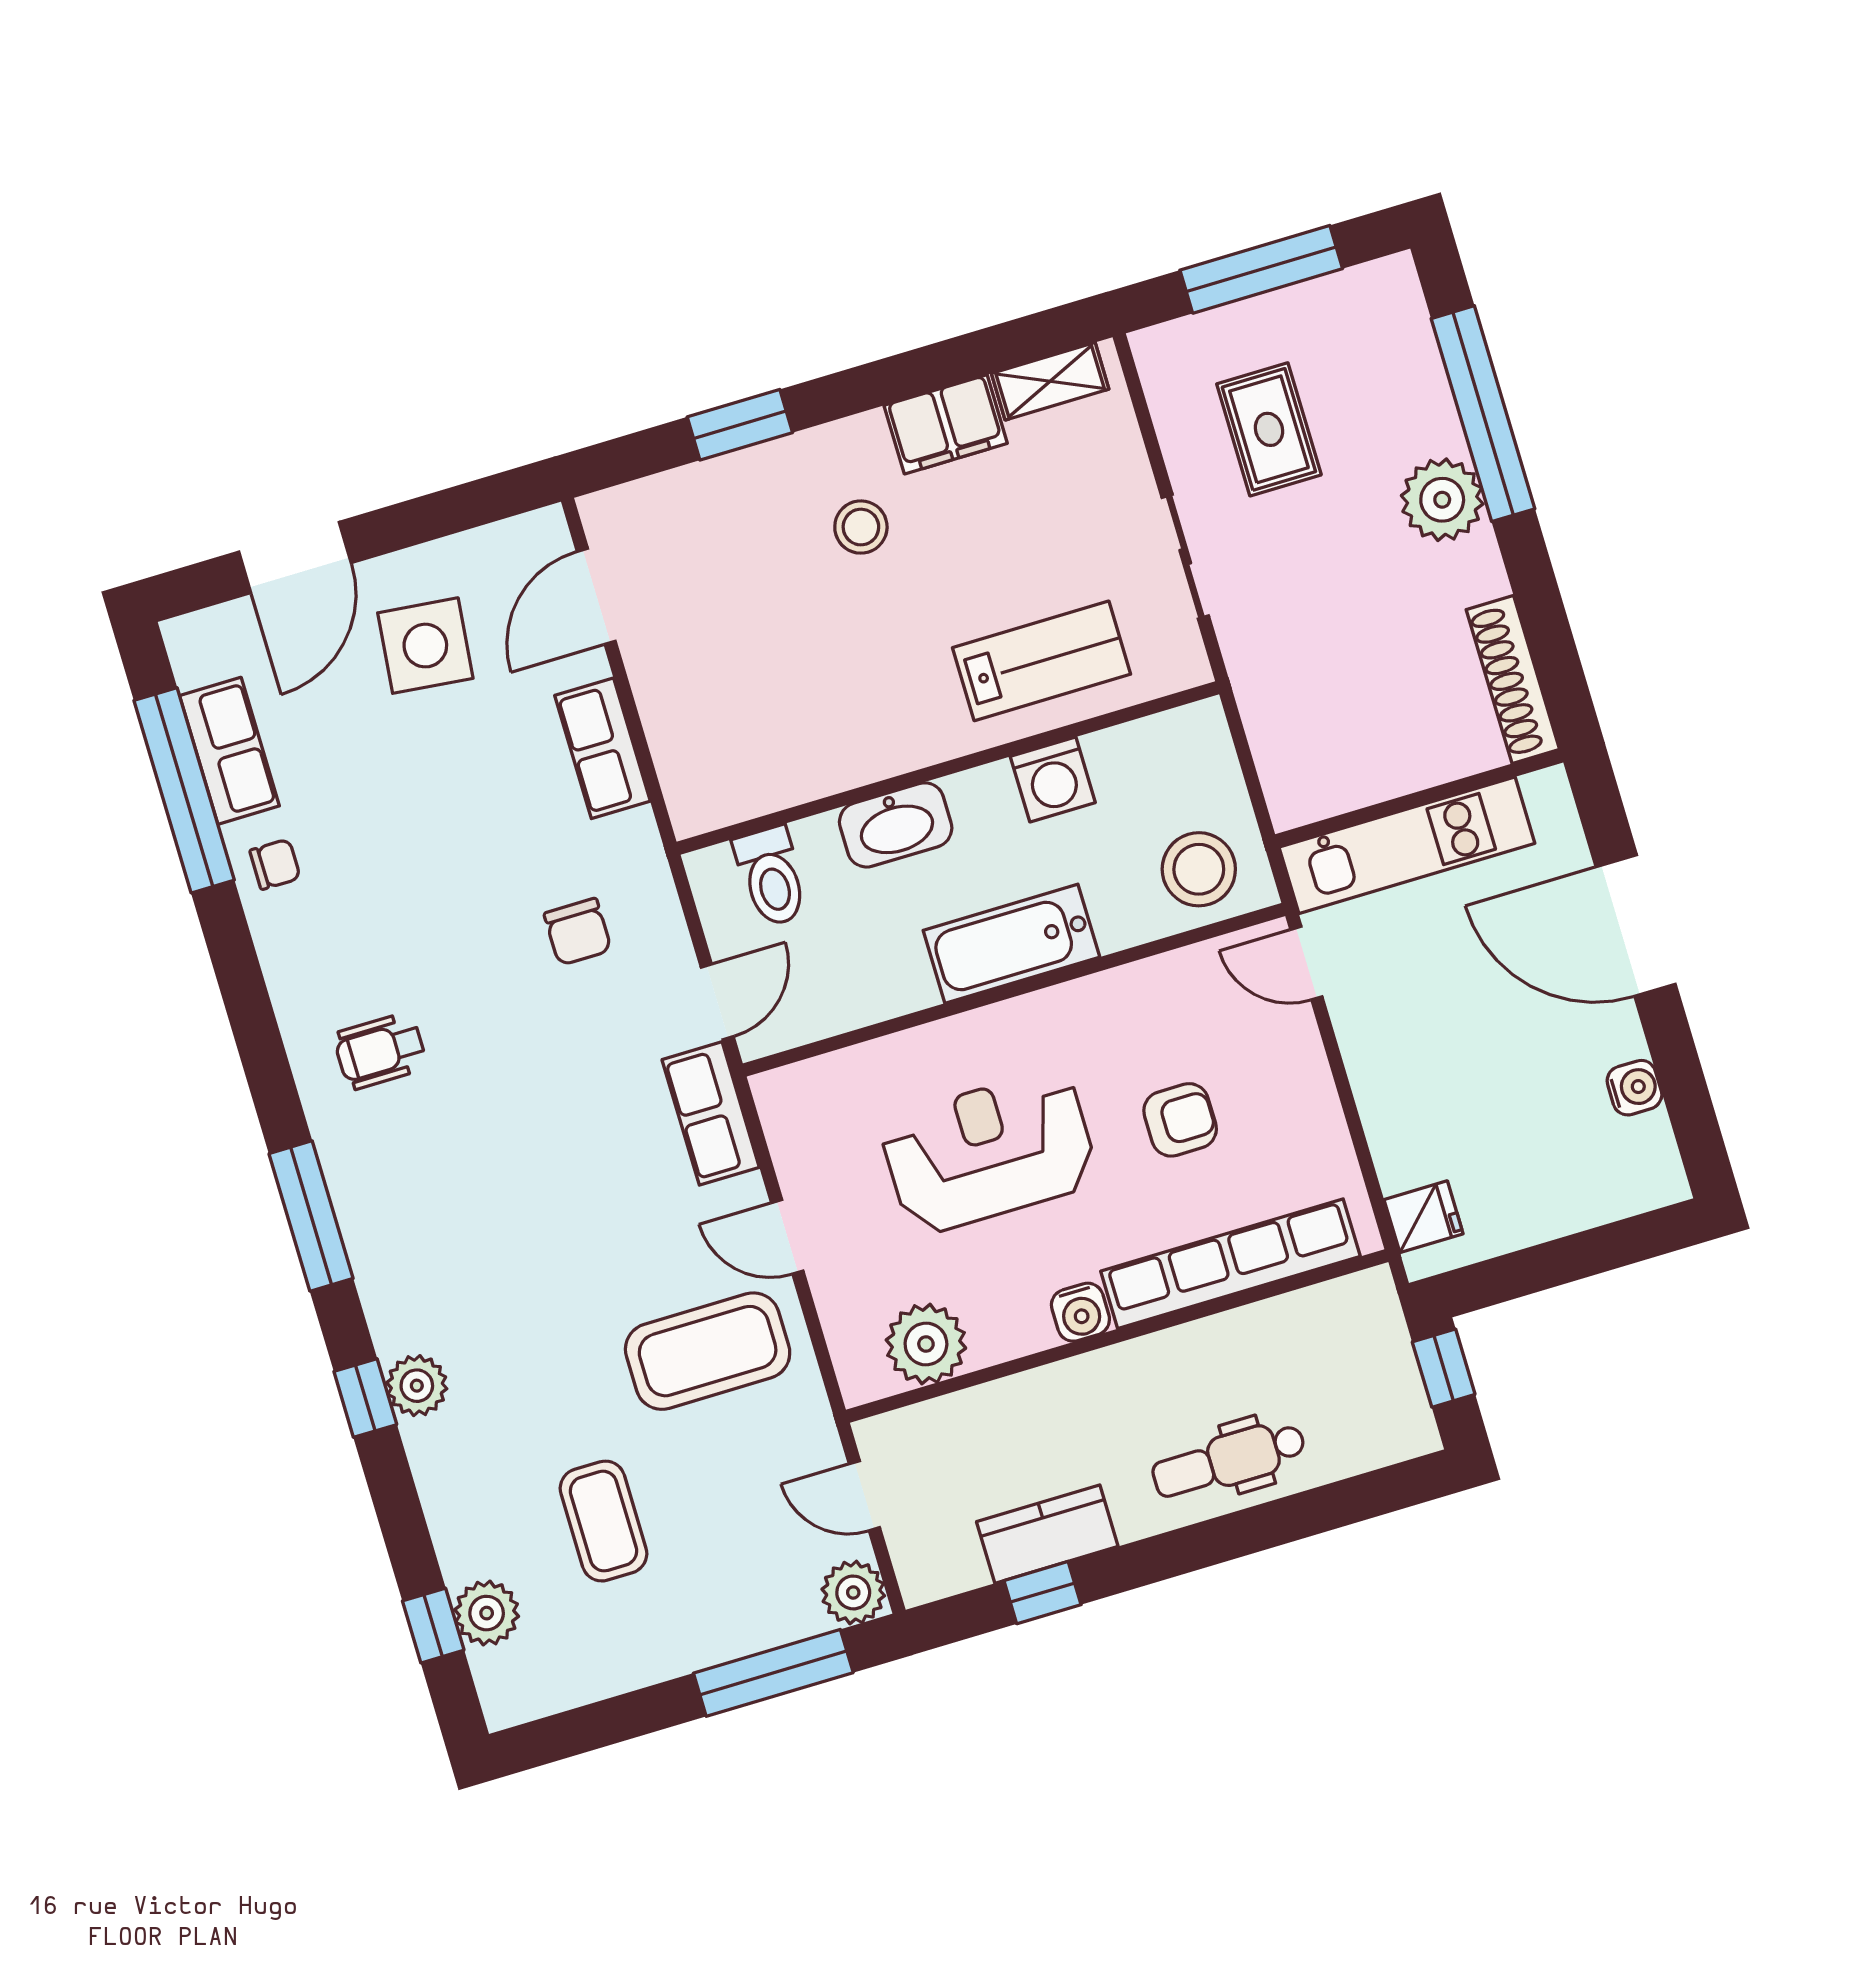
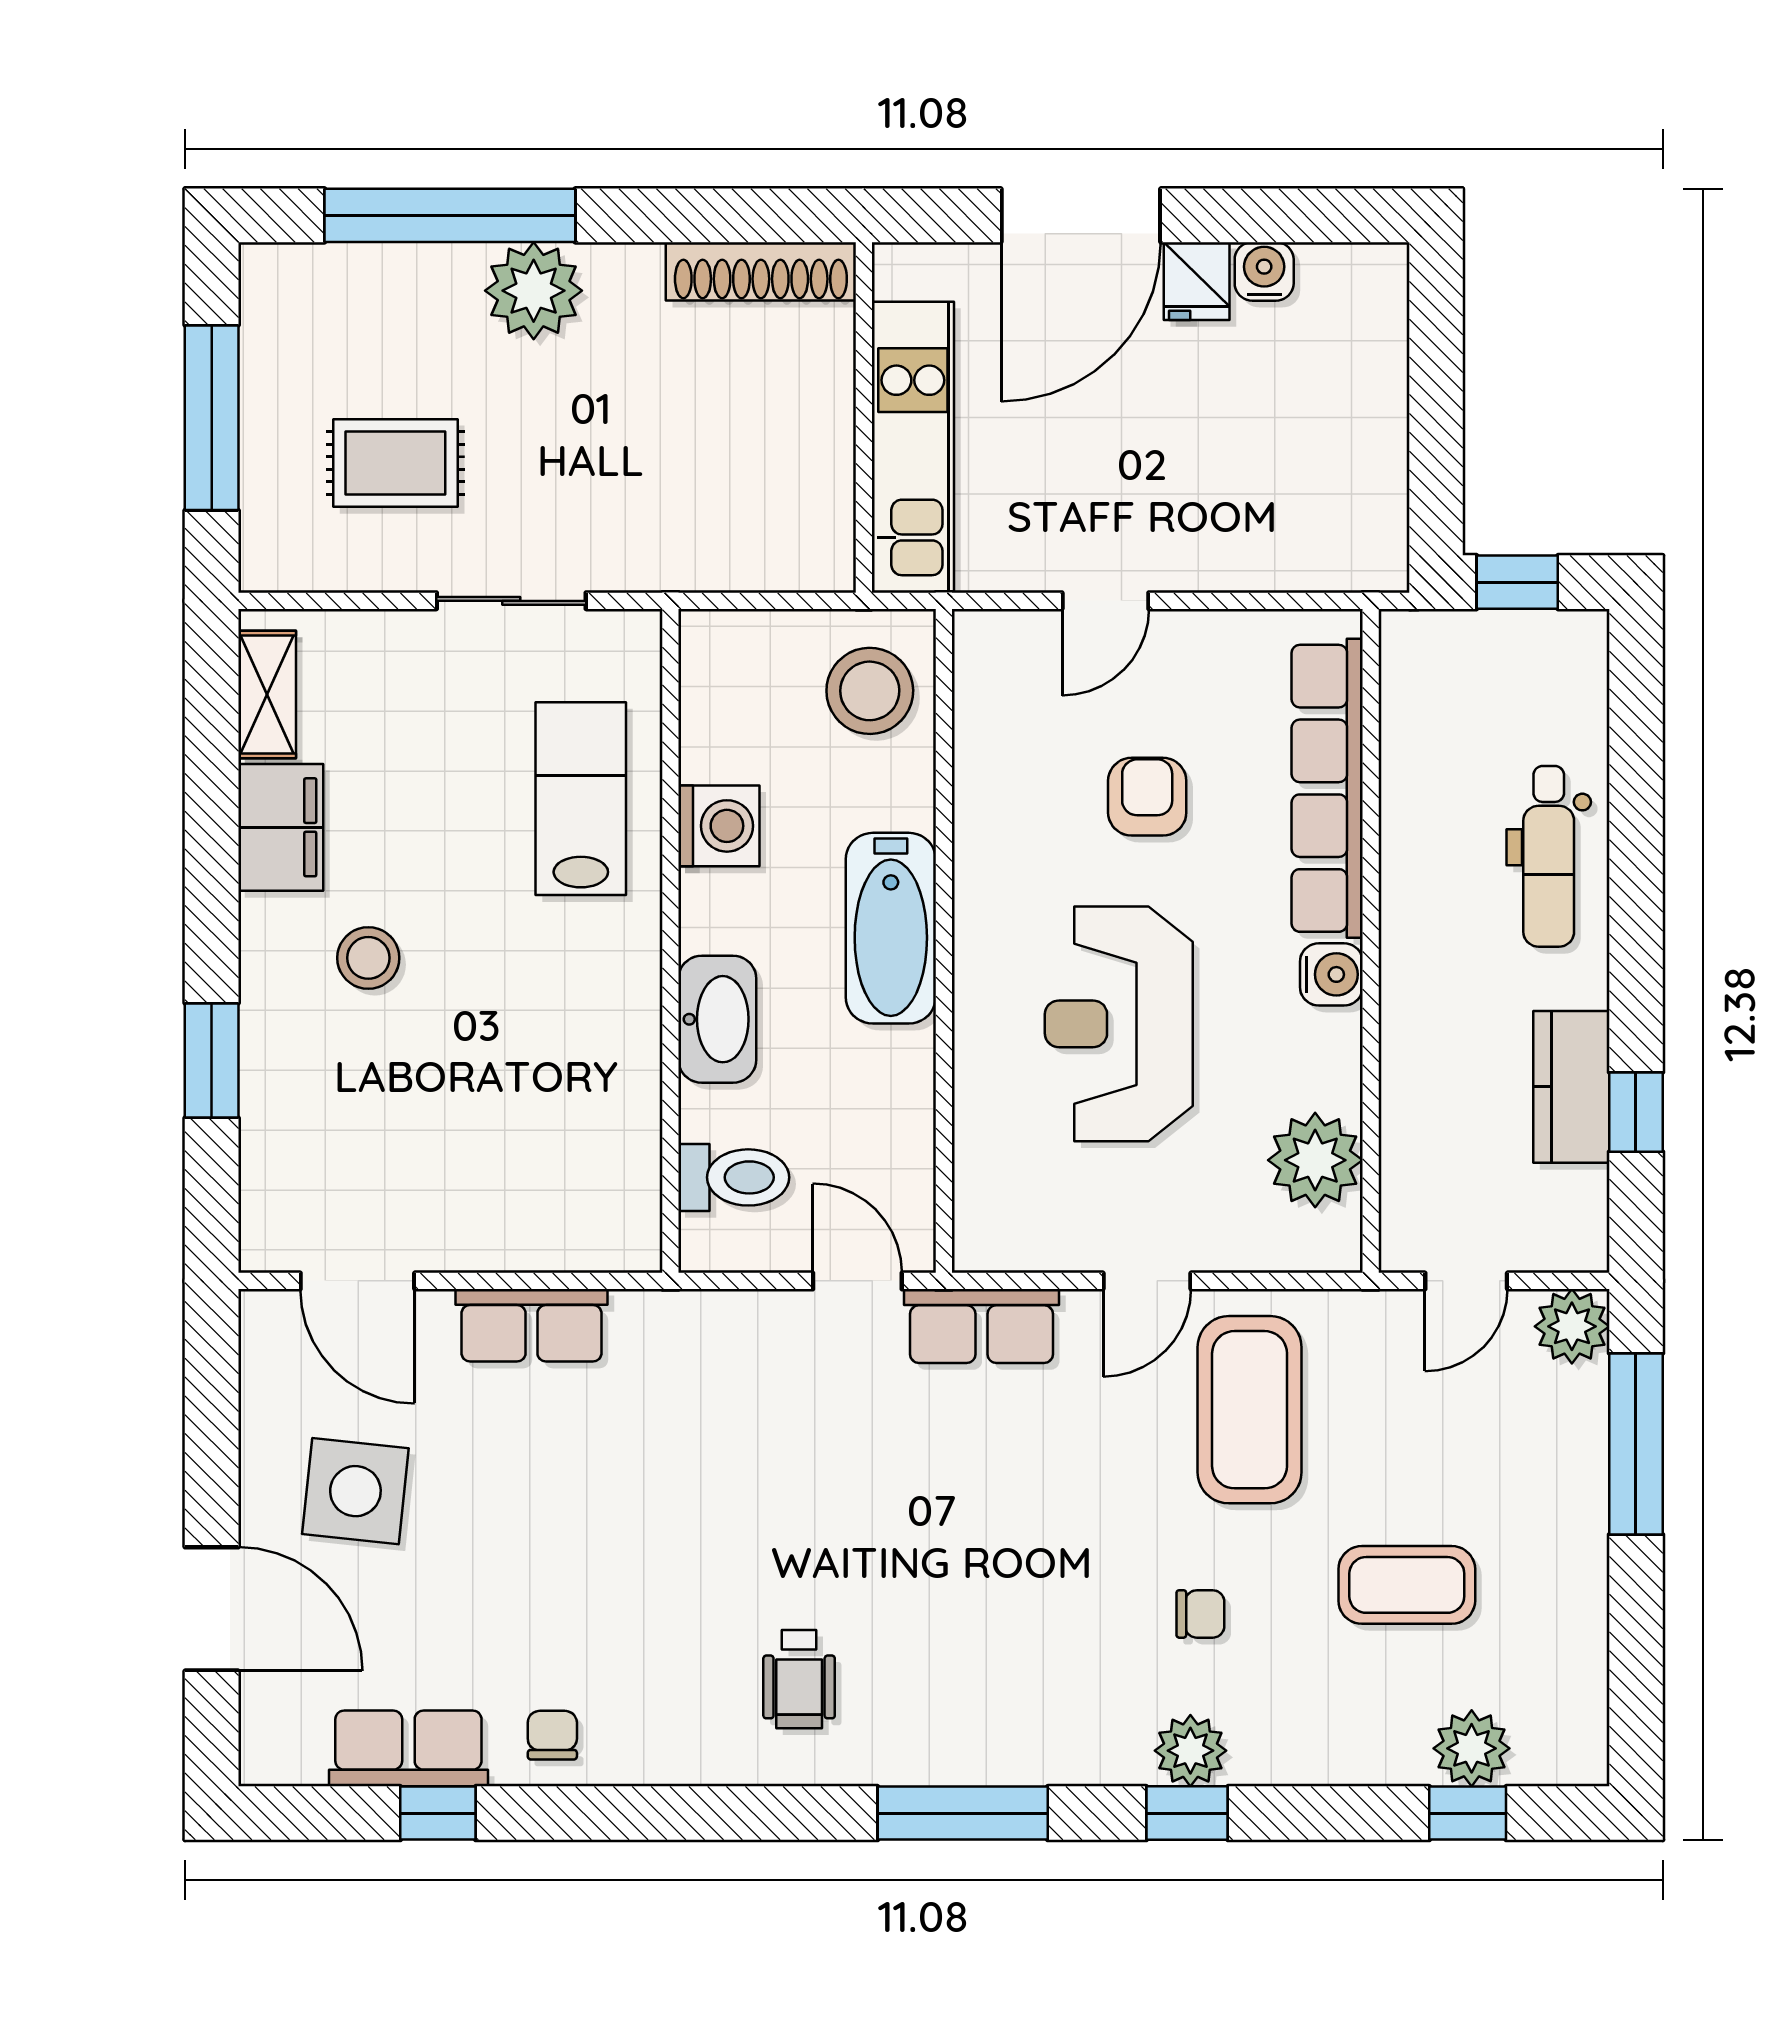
window: (184, 790) -> (438, 1813), width x0.32
chair: (578, 932) -> (1200, 1614), moved, width x0.73, depth x0.73
door: (1306, 963) -> (1105, 601), moved
fridge: (1424, 1217) -> (1197, 281), moved, turned 180

